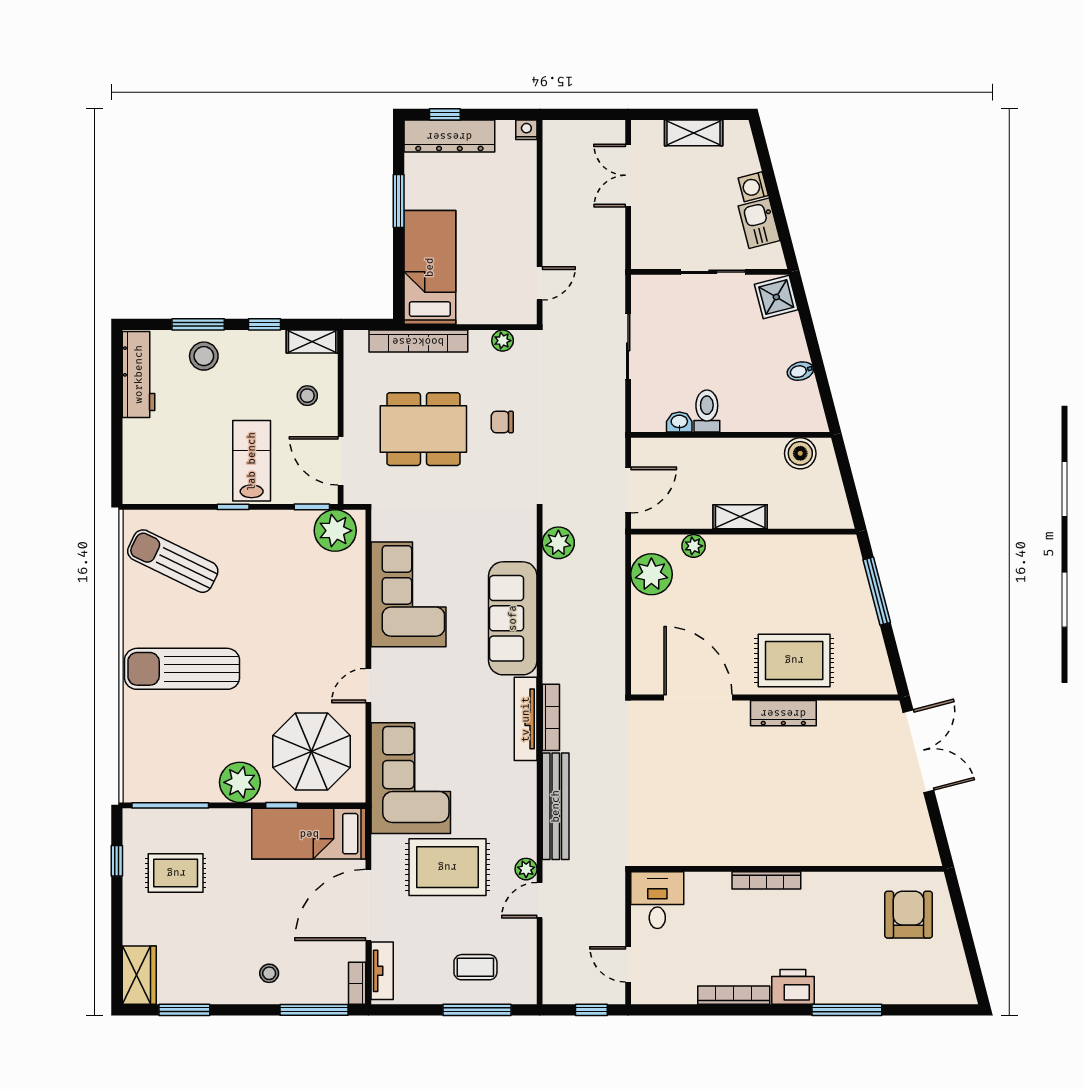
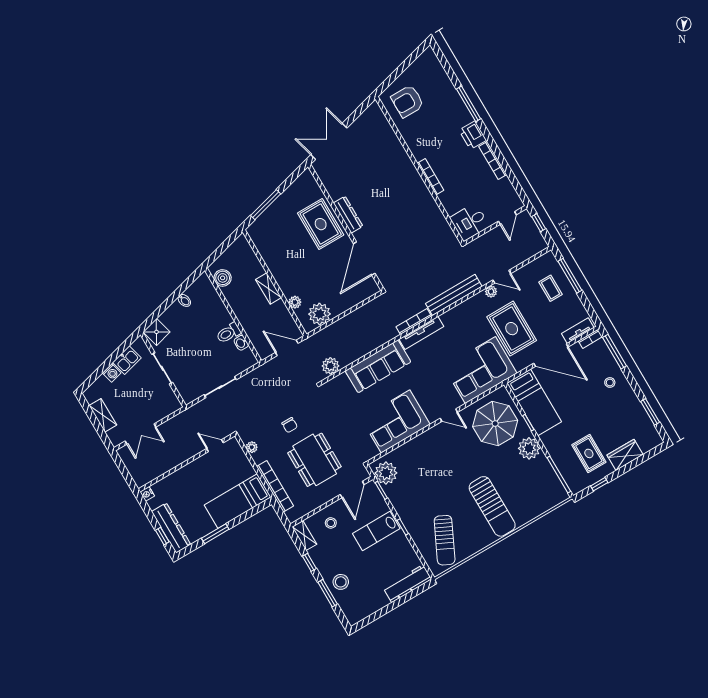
workbench: (139, 374) -> (407, 584), moved
wardrobe: (139, 975) -> (625, 455), moved

